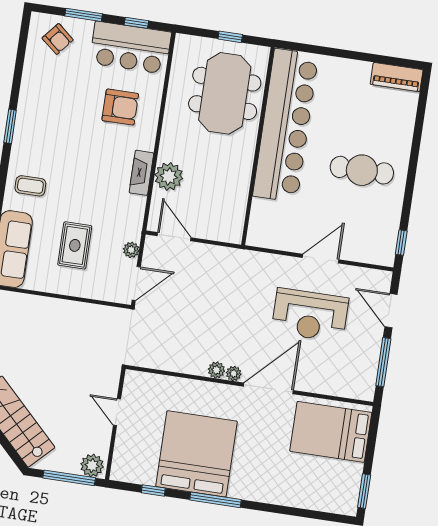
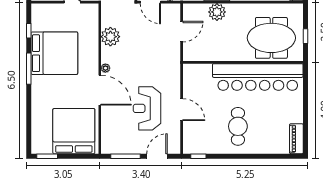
door: (174, 237) -> (182, 32), moved
plant: (216, 370) -> (110, 37), moved, width x1.88, depth x1.88
bed: (331, 432) -> (74, 131), width x1.36

